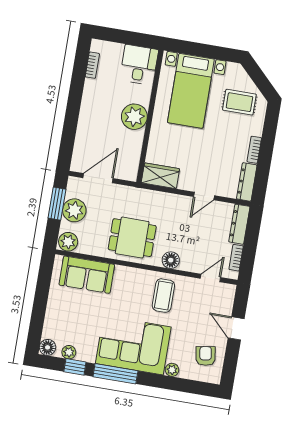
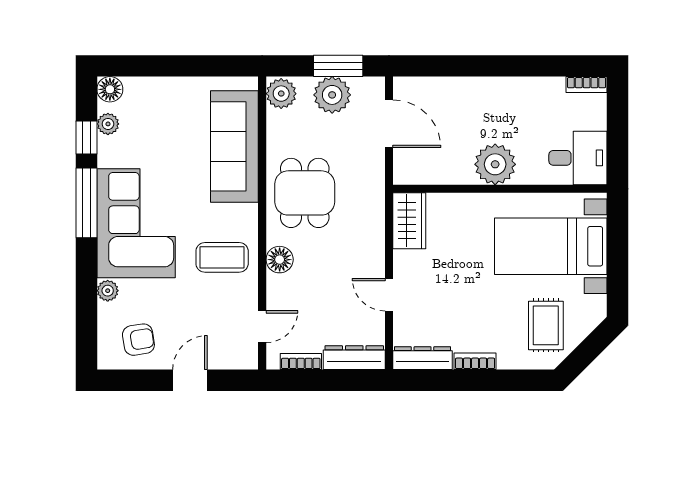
bookcase: (92, 65) -> (587, 85), moved
sofa: (87, 275) -> (234, 146), width x1.36
door: (210, 278) -> (262, 327), hinge flipped

